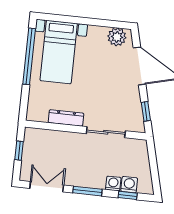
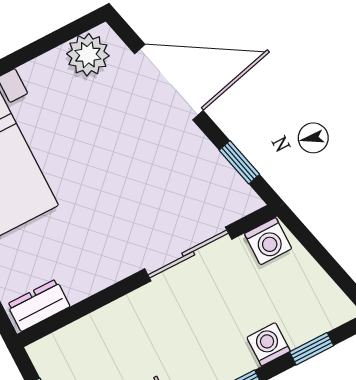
dresser: (66, 118) -> (39, 305), moved, width x0.70
washing machine: (129, 185) -> (268, 241), moved, turned 180

